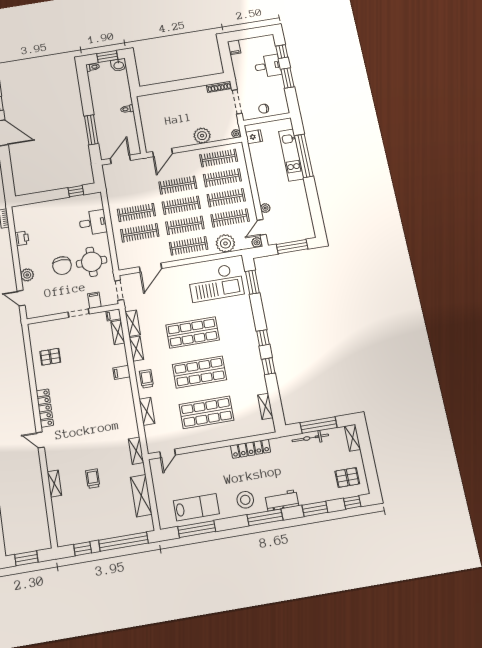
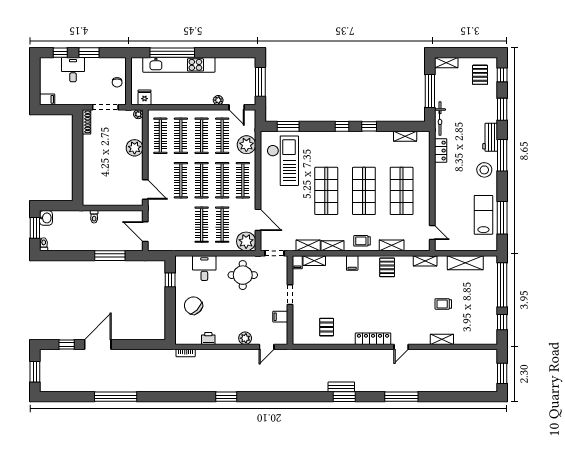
kitchen unit: (291, 155) -> (179, 65), width x1.36
plant: (257, 242) -> (246, 241), moved, width x1.87, depth x1.87
chair: (62, 266) -> (193, 306), moved, turned -136
filing cabinet: (94, 300) -> (280, 317), moved
pallet: (123, 410) -> (387, 267), added
bicycle: (310, 438) -> (440, 119), moved
locker: (251, 449) -> (441, 151), width x0.66

